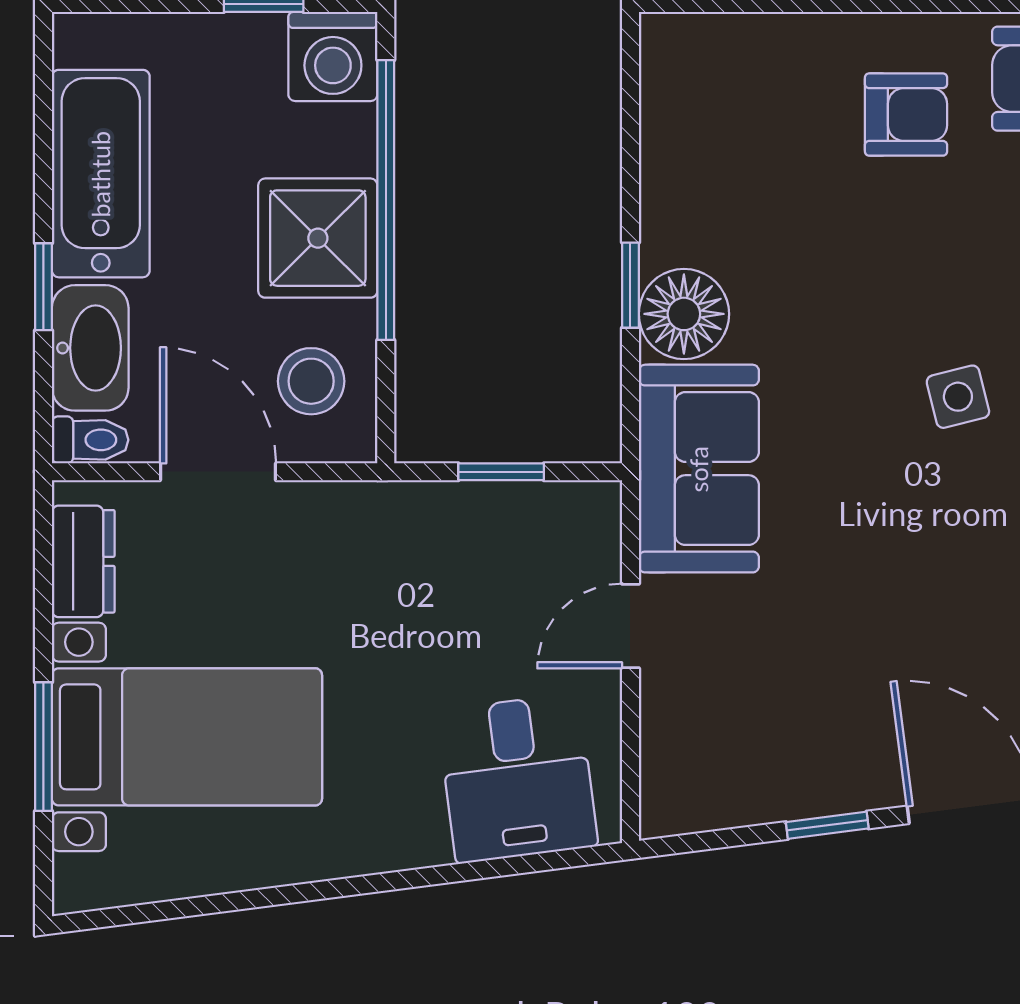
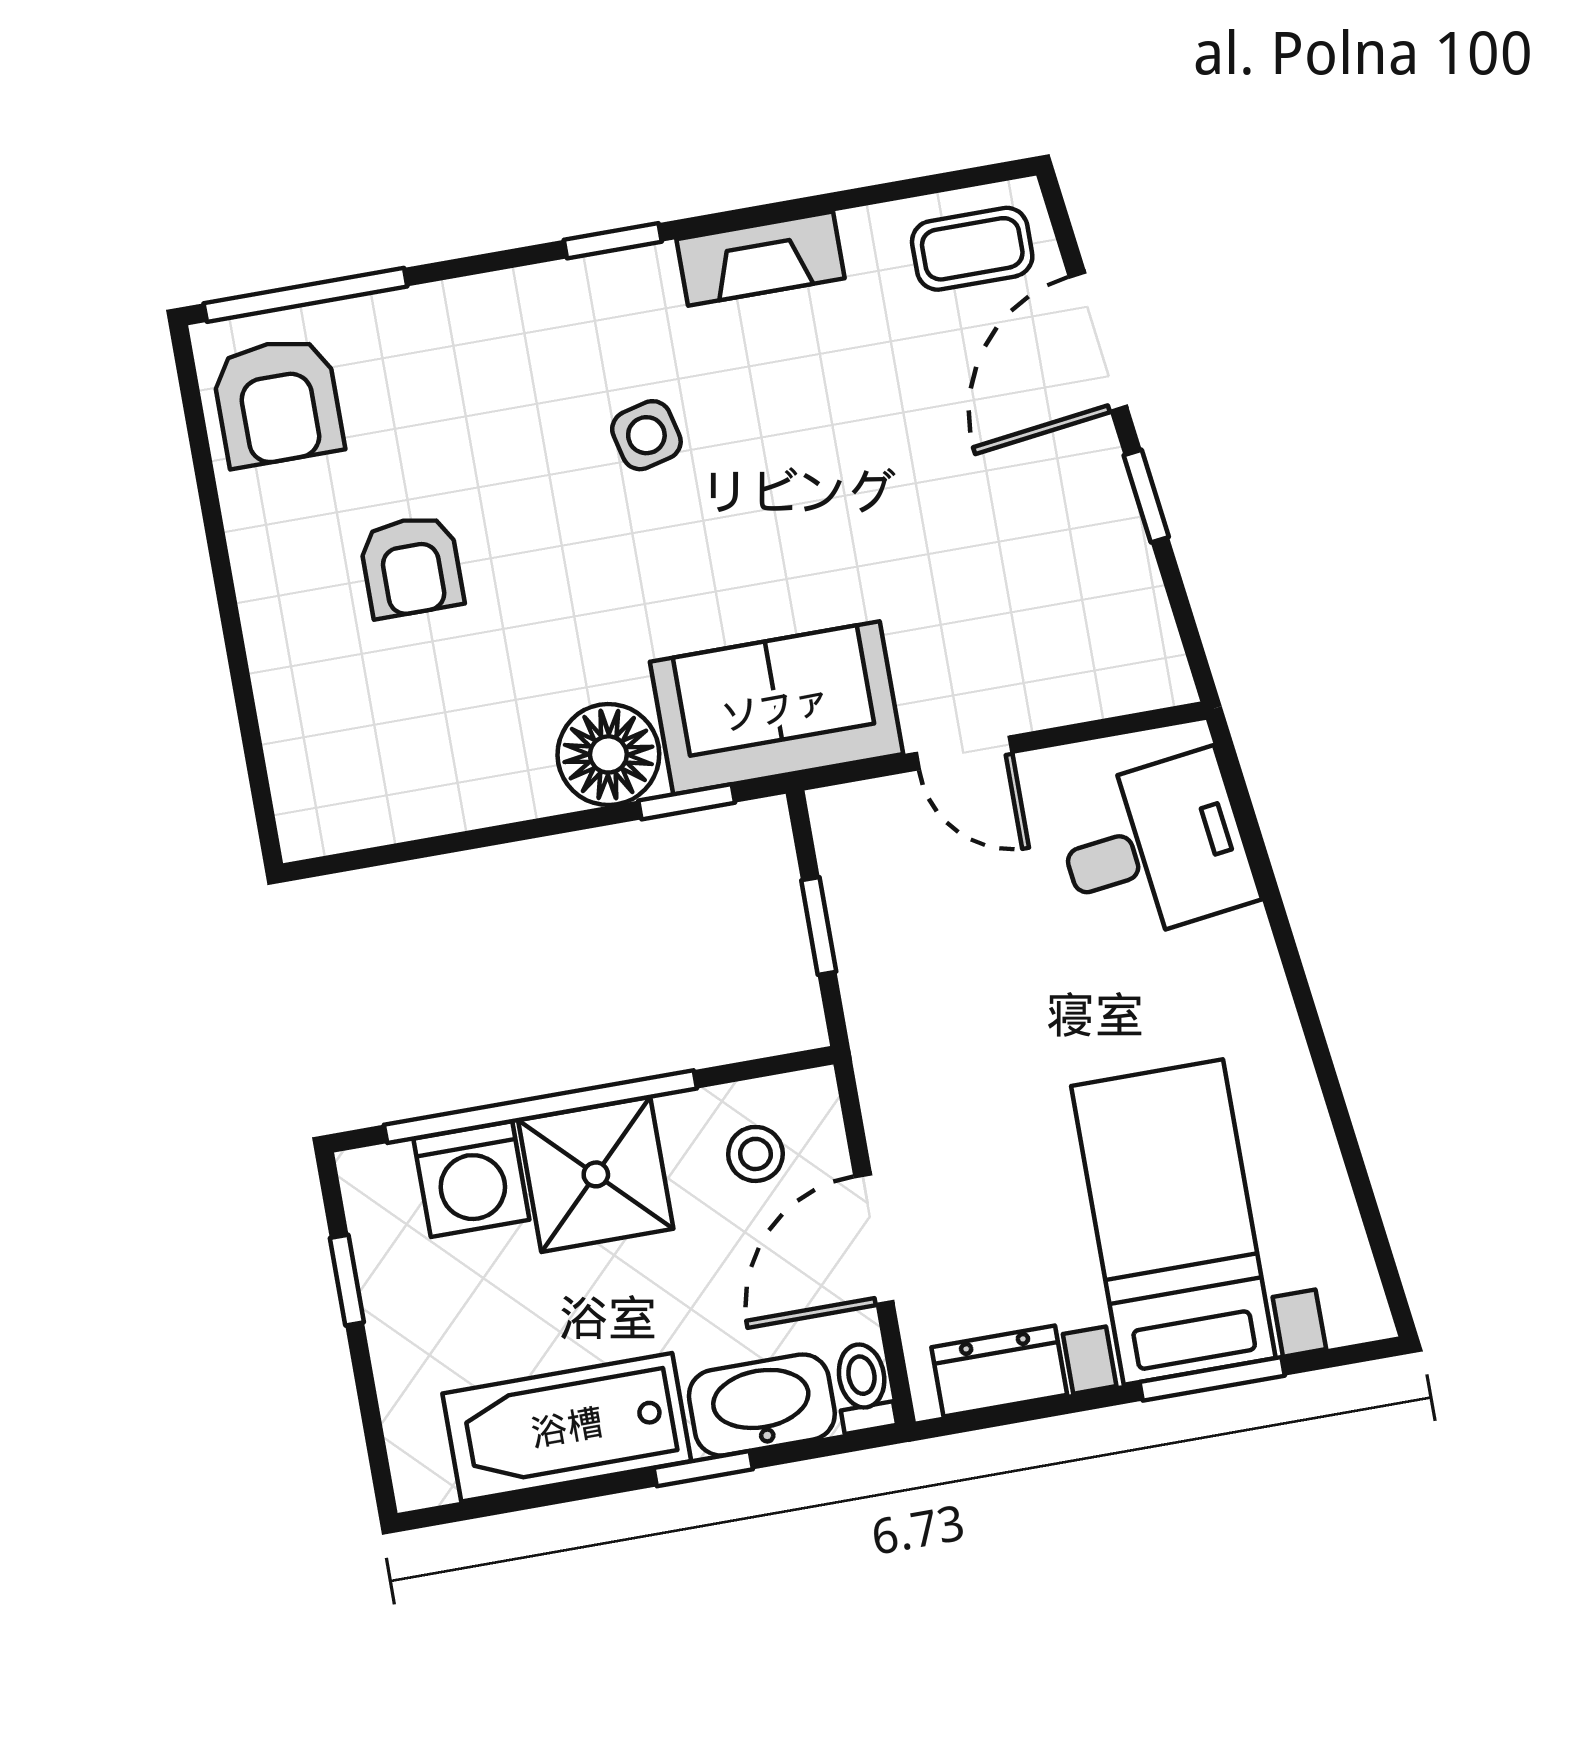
washing machine: (333, 57) -> (471, 1179), moved, turned 90
armchair: (906, 115) -> (411, 566), moved, turned 180
window: (630, 285) -> (687, 802), moved
stool: (311, 381) -> (756, 1154), width x0.73, depth x0.73

